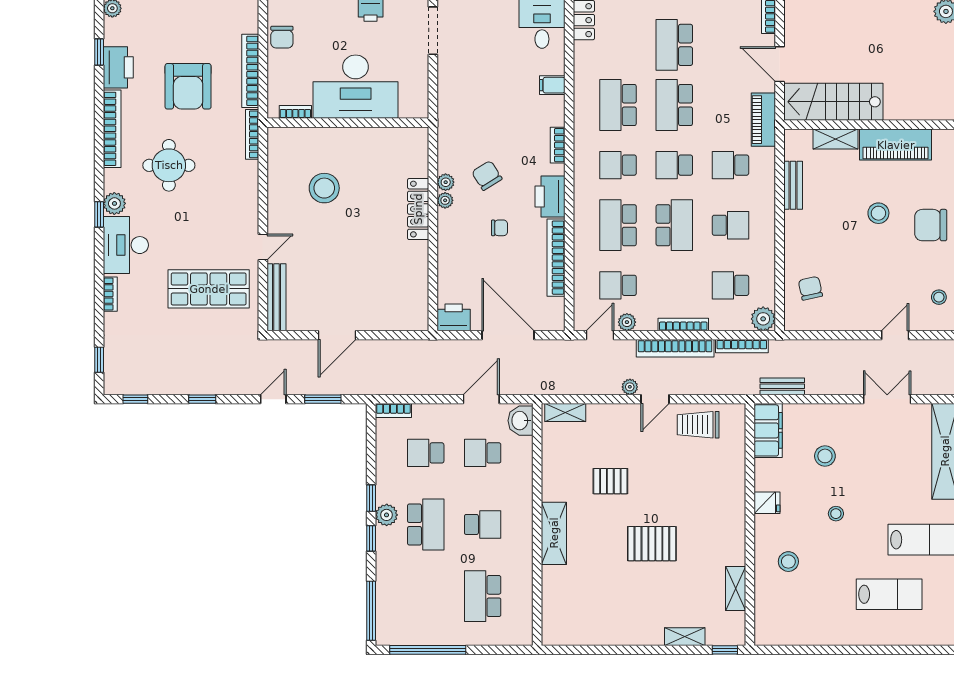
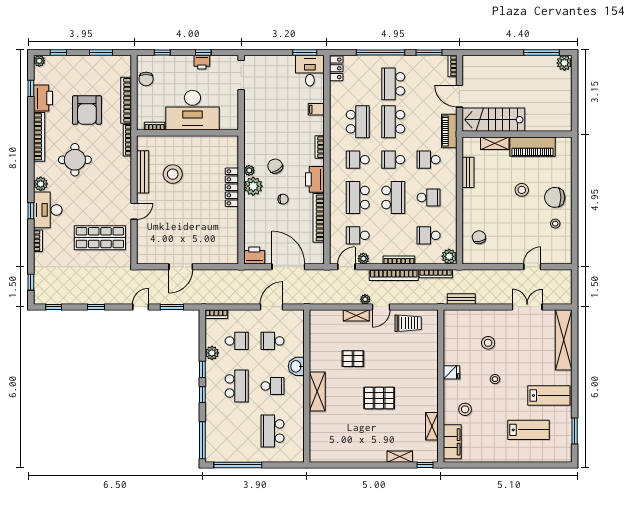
school desk: (618, 105) -> (358, 122), turned 180
plant: (445, 200) -> (253, 186), width x1.88, depth x1.88
window: (99, 214) -> (31, 211), moved
bench: (276, 297) -> (143, 172), moved
stool: (939, 297) -> (555, 224), moved
shelving: (565, 412) -> (356, 315), moved
washbasin: (520, 421) -> (296, 366), moved
trolley: (698, 425) -> (408, 323), turned 180
filing cabinet: (768, 430) -> (452, 442), moved
school desk: (426, 453) -> (237, 341), turned 180
plant: (387, 515) -> (212, 353), moved

